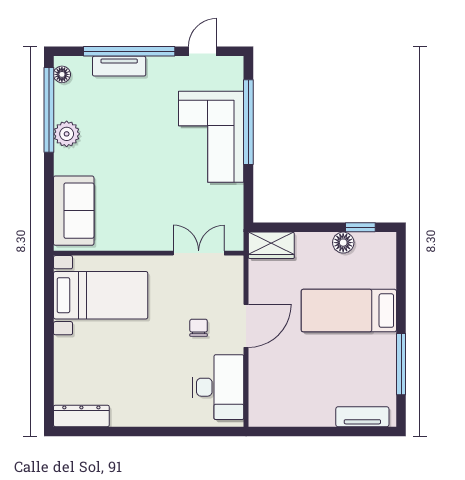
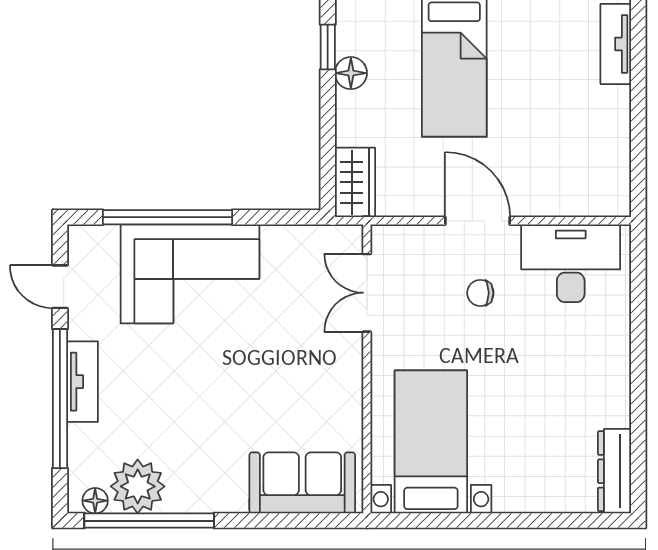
tv unit: (119, 66) -> (82, 382), moved
plant: (67, 134) -> (138, 486), moved, width x1.36, depth x1.36

